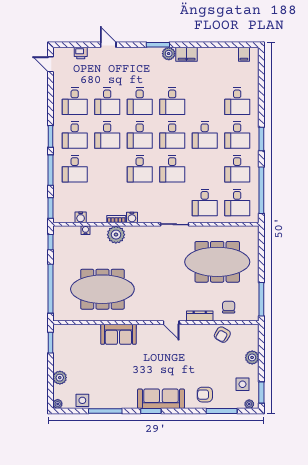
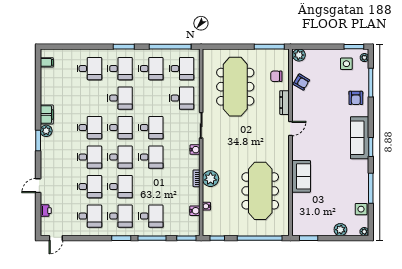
water cooler: (132, 217) -> (195, 150), moved
plant: (252, 357) -> (299, 55), moved

